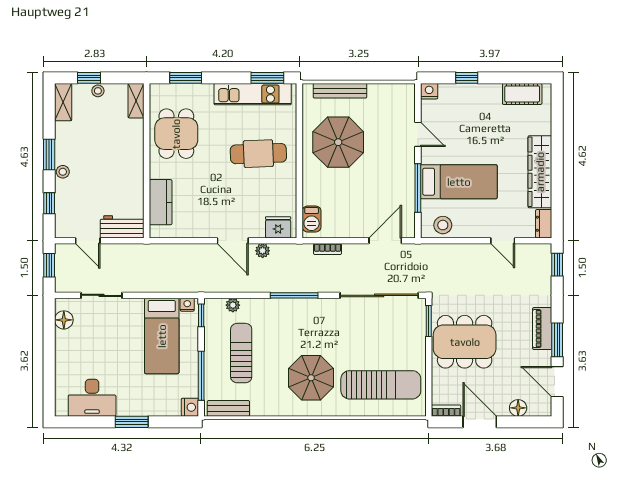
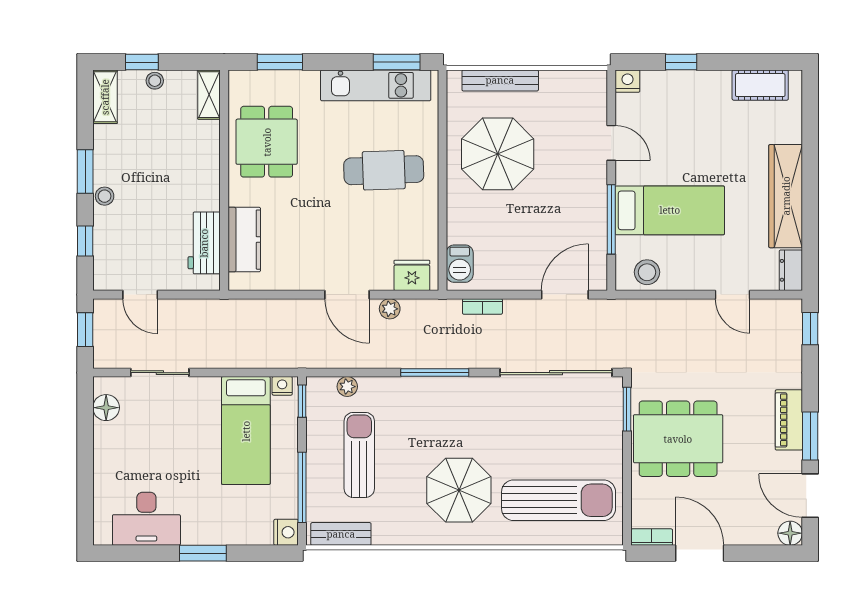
workbench: (122, 227) -> (204, 243), moved, turned -90
floor lamp: (518, 408) -> (790, 533), moved

